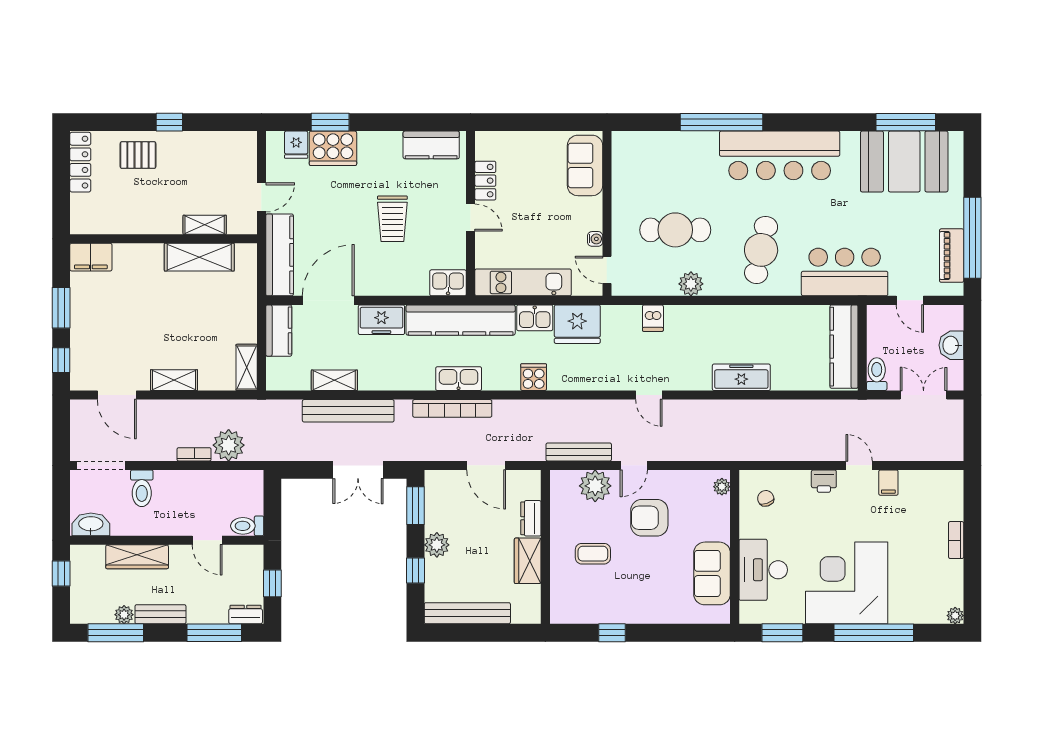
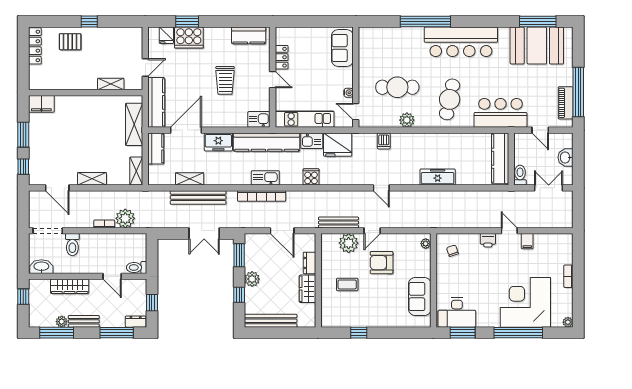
shelving: (199, 257) -> (134, 124), moved, turned 90
desk: (763, 570) -> (457, 313), moved, turned -90
corner desk: (847, 583) -> (525, 302), moved

